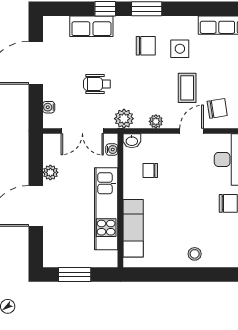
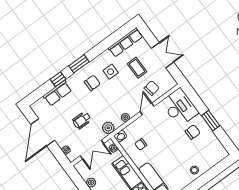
coffee table: (187, 88) -> (137, 68), moved

